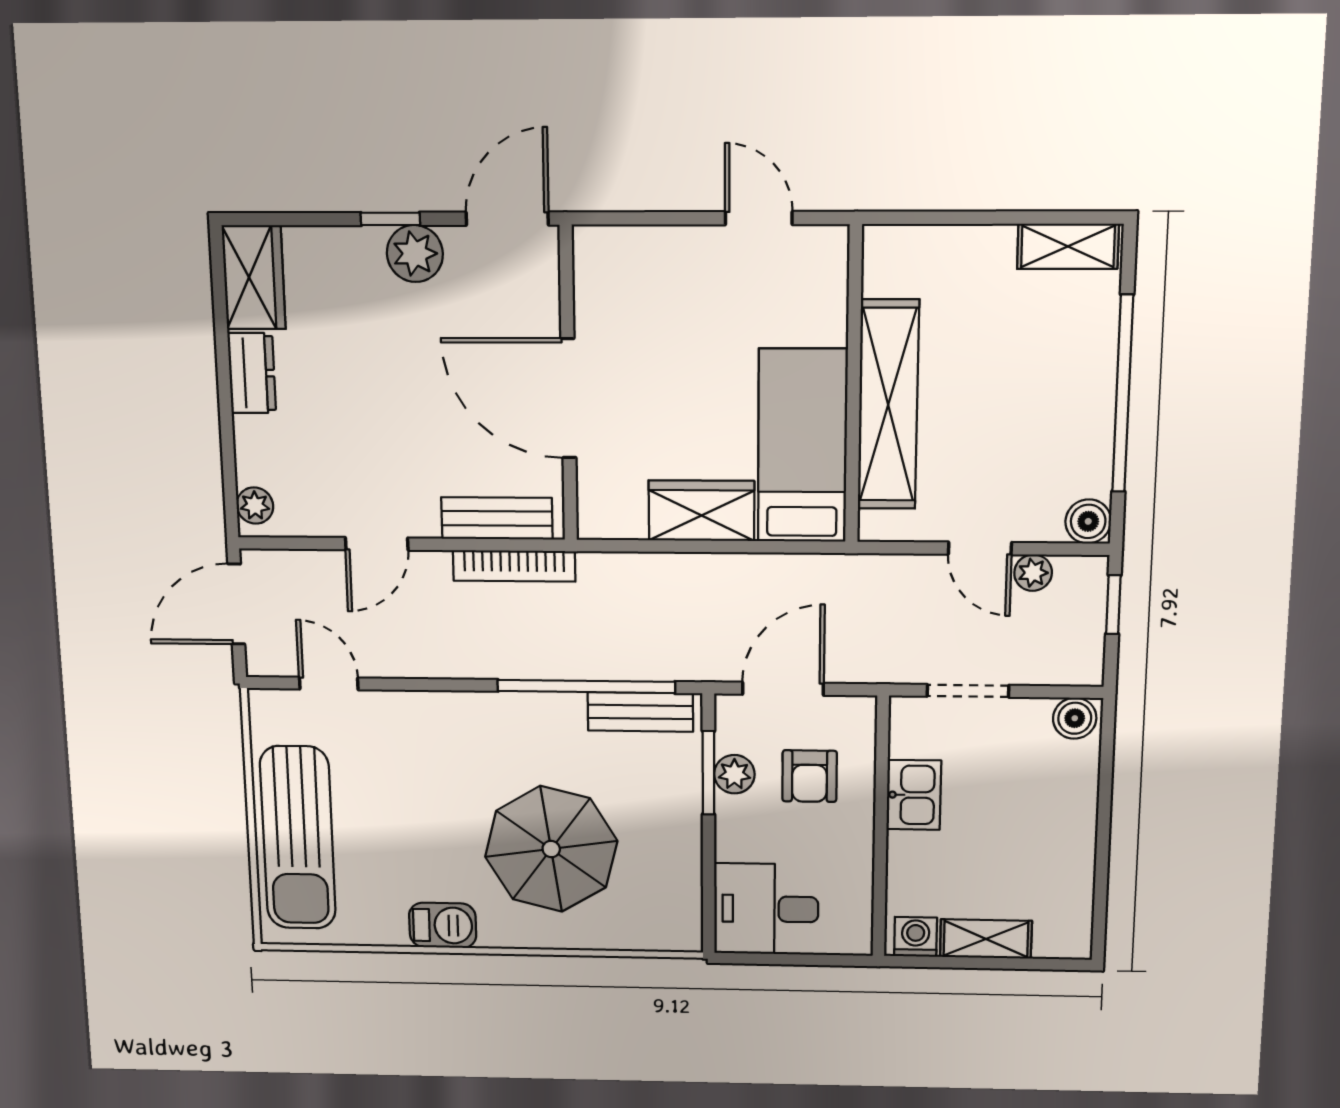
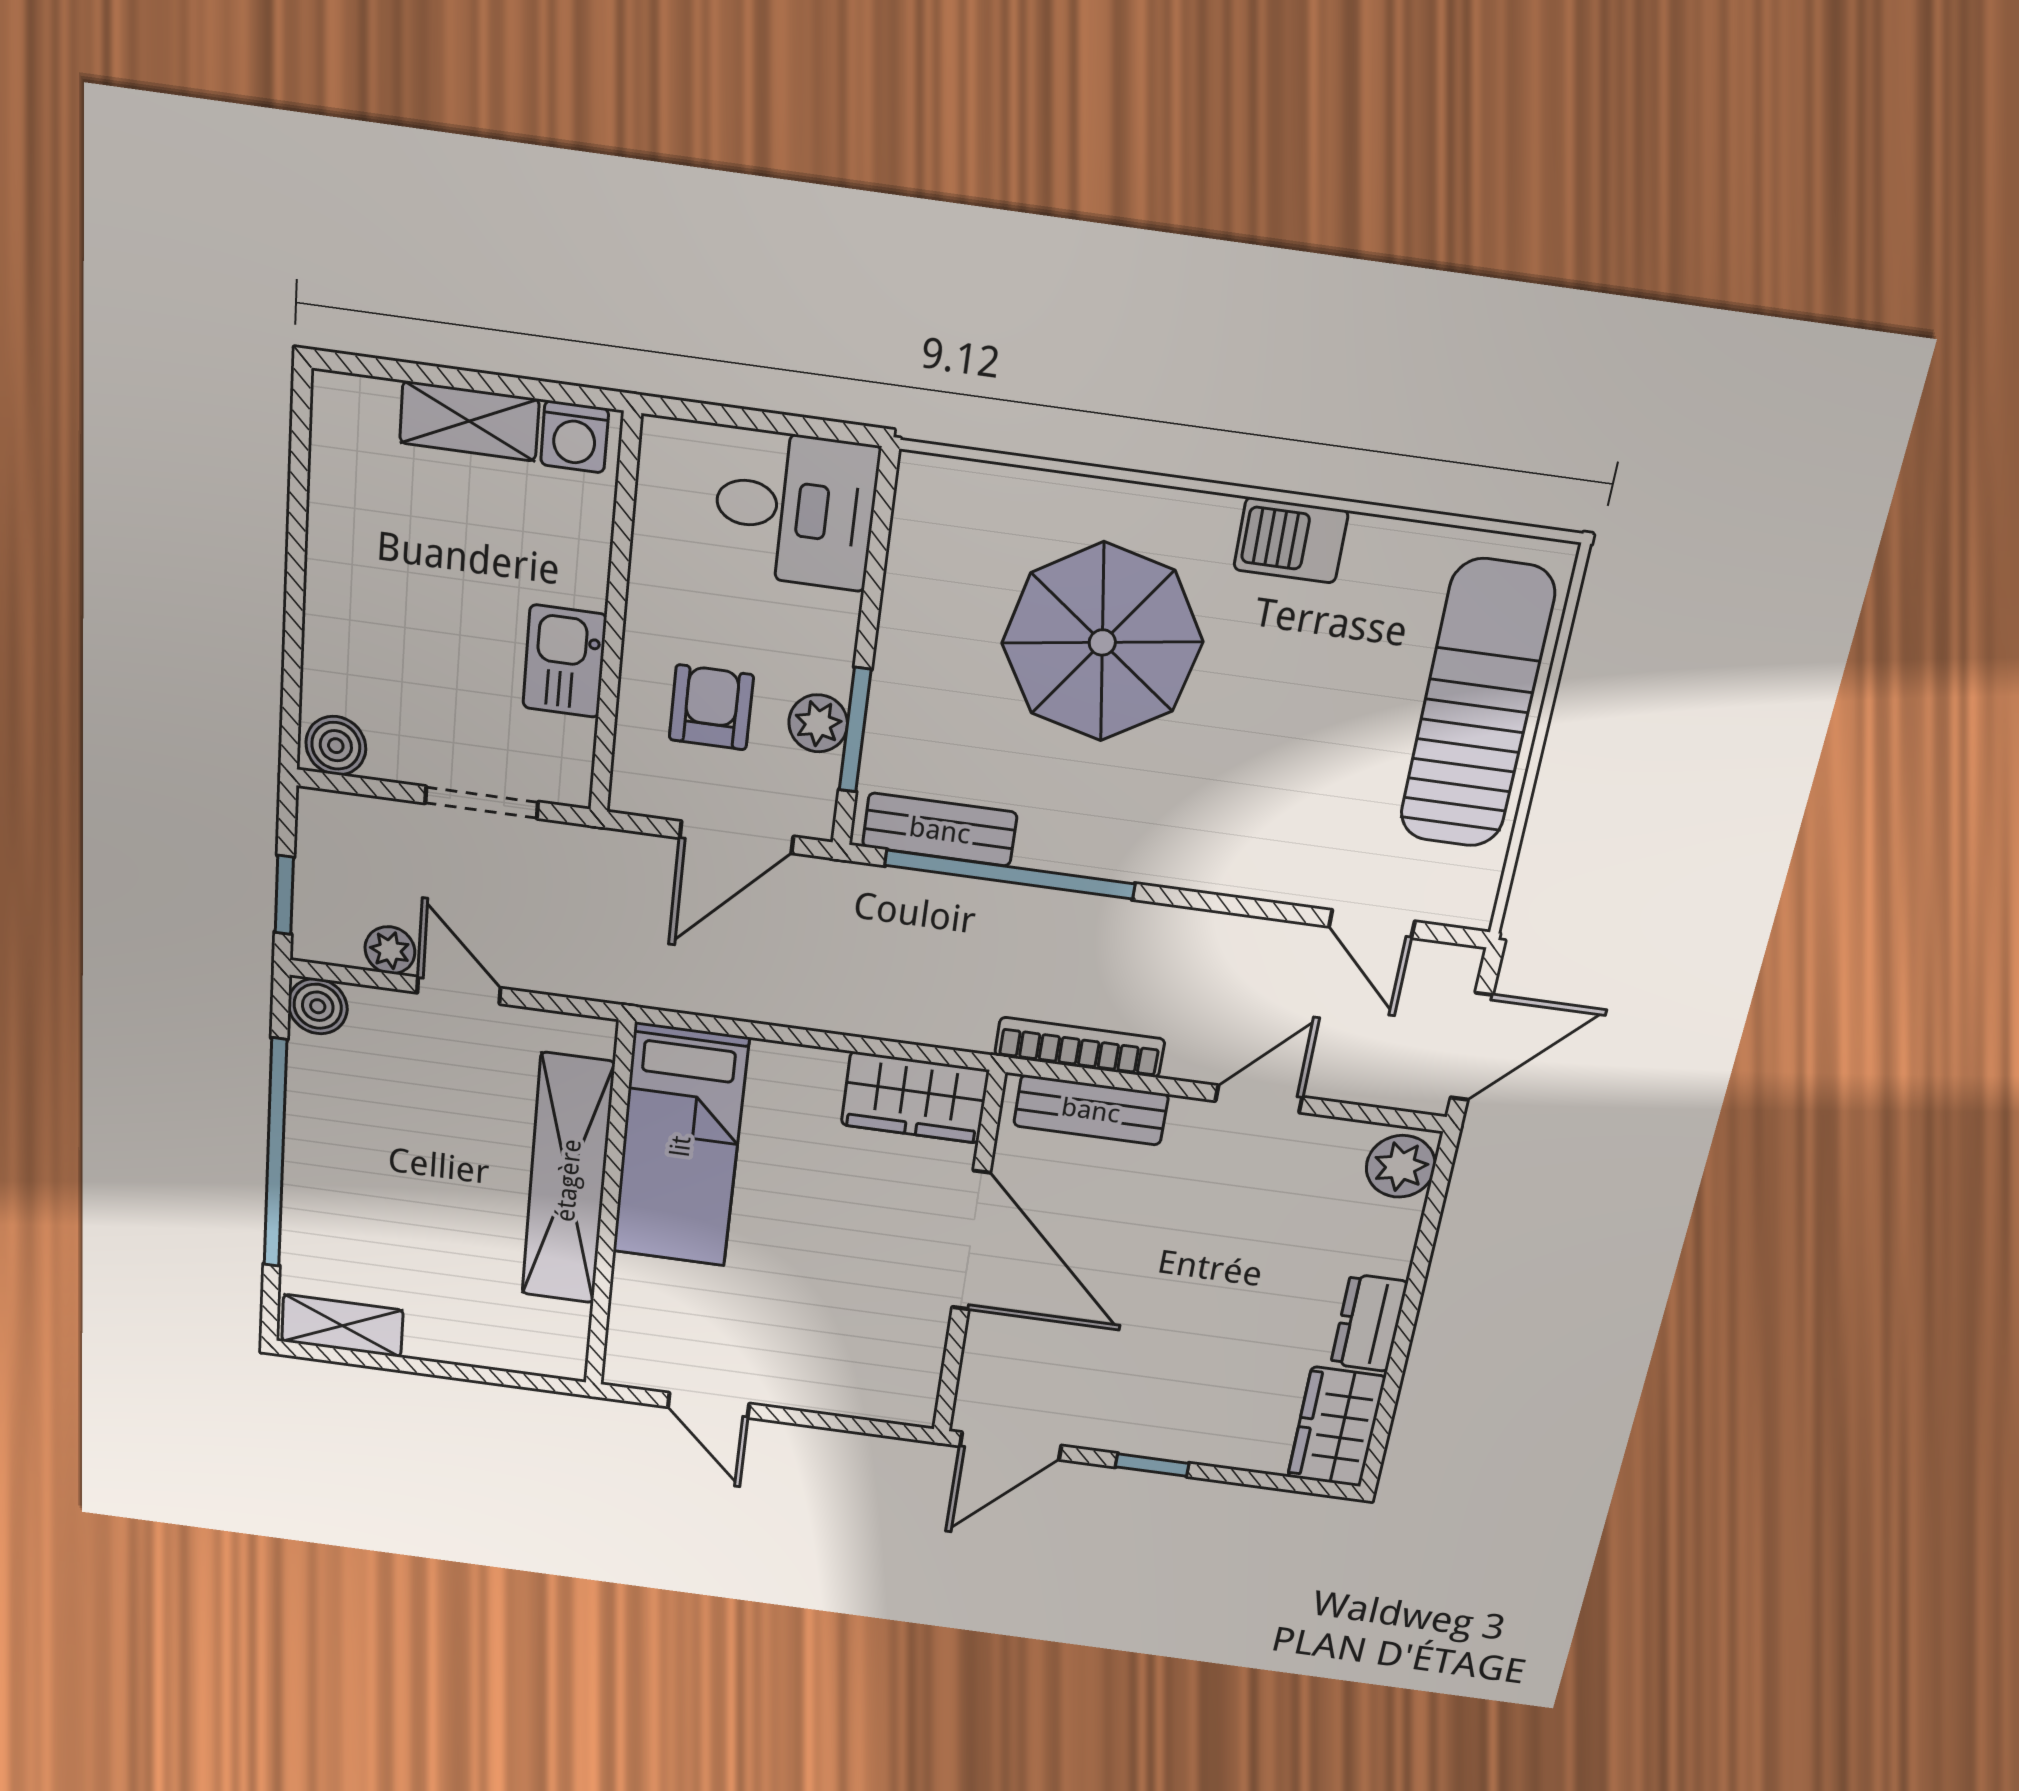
plant: (415, 253) -> (1131, 1425), removed
plant: (255, 506) -> (1401, 1166), width x1.38, depth x1.38
wardrobe: (701, 511) -> (915, 1098), moved

